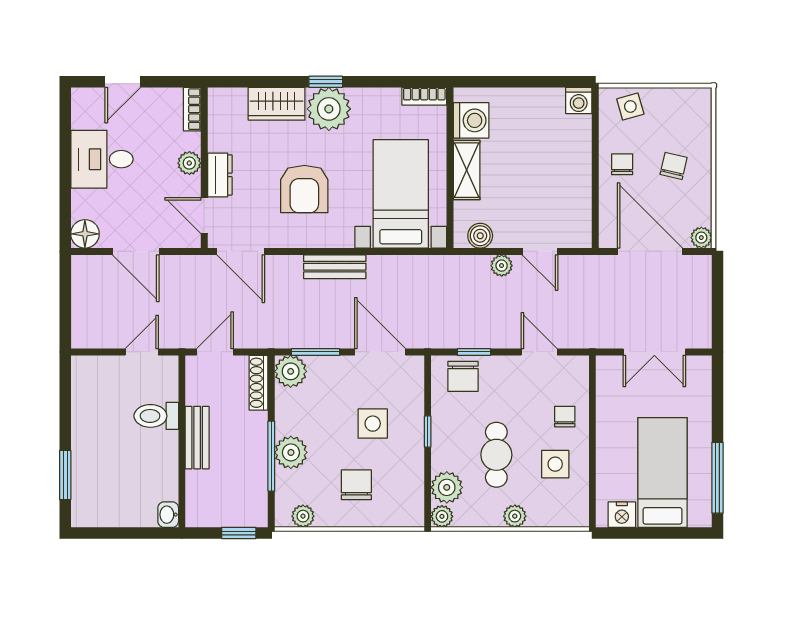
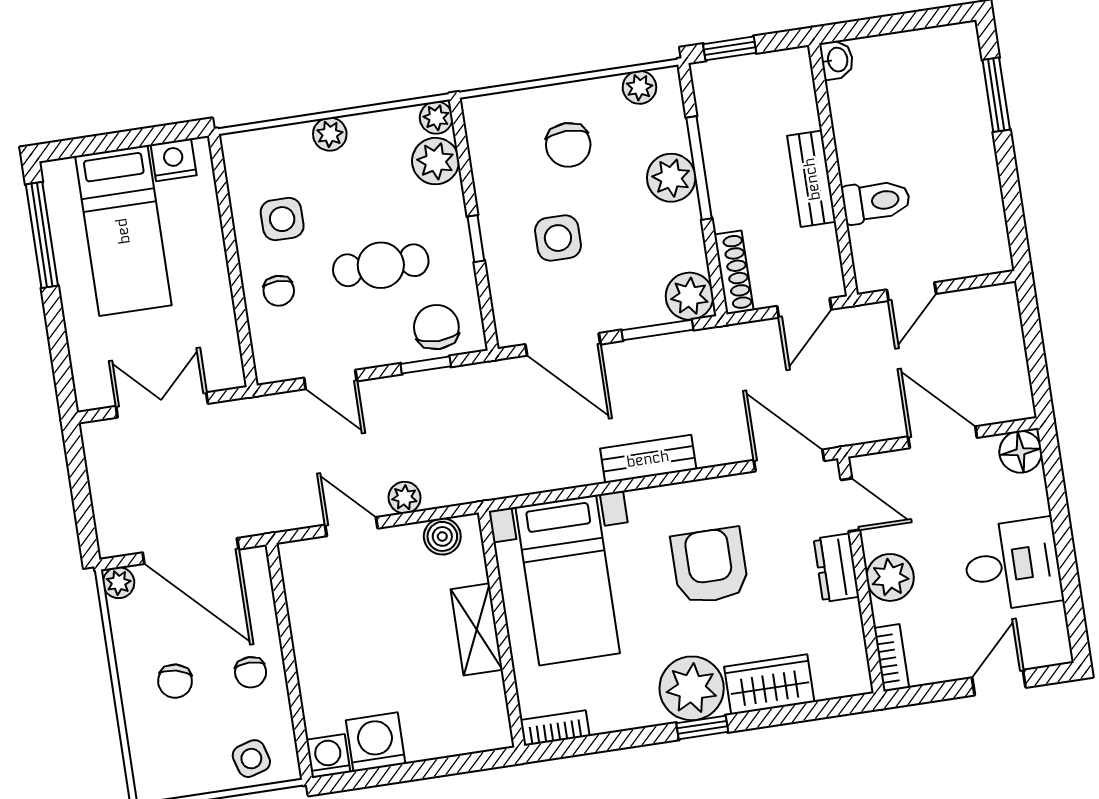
washing machine: (471, 120) -> (376, 742), moved, turned 90
plant: (189, 163) -> (890, 577), width x1.38, depth x1.38
cafe table: (496, 455) -> (381, 265), moved, turned 90

